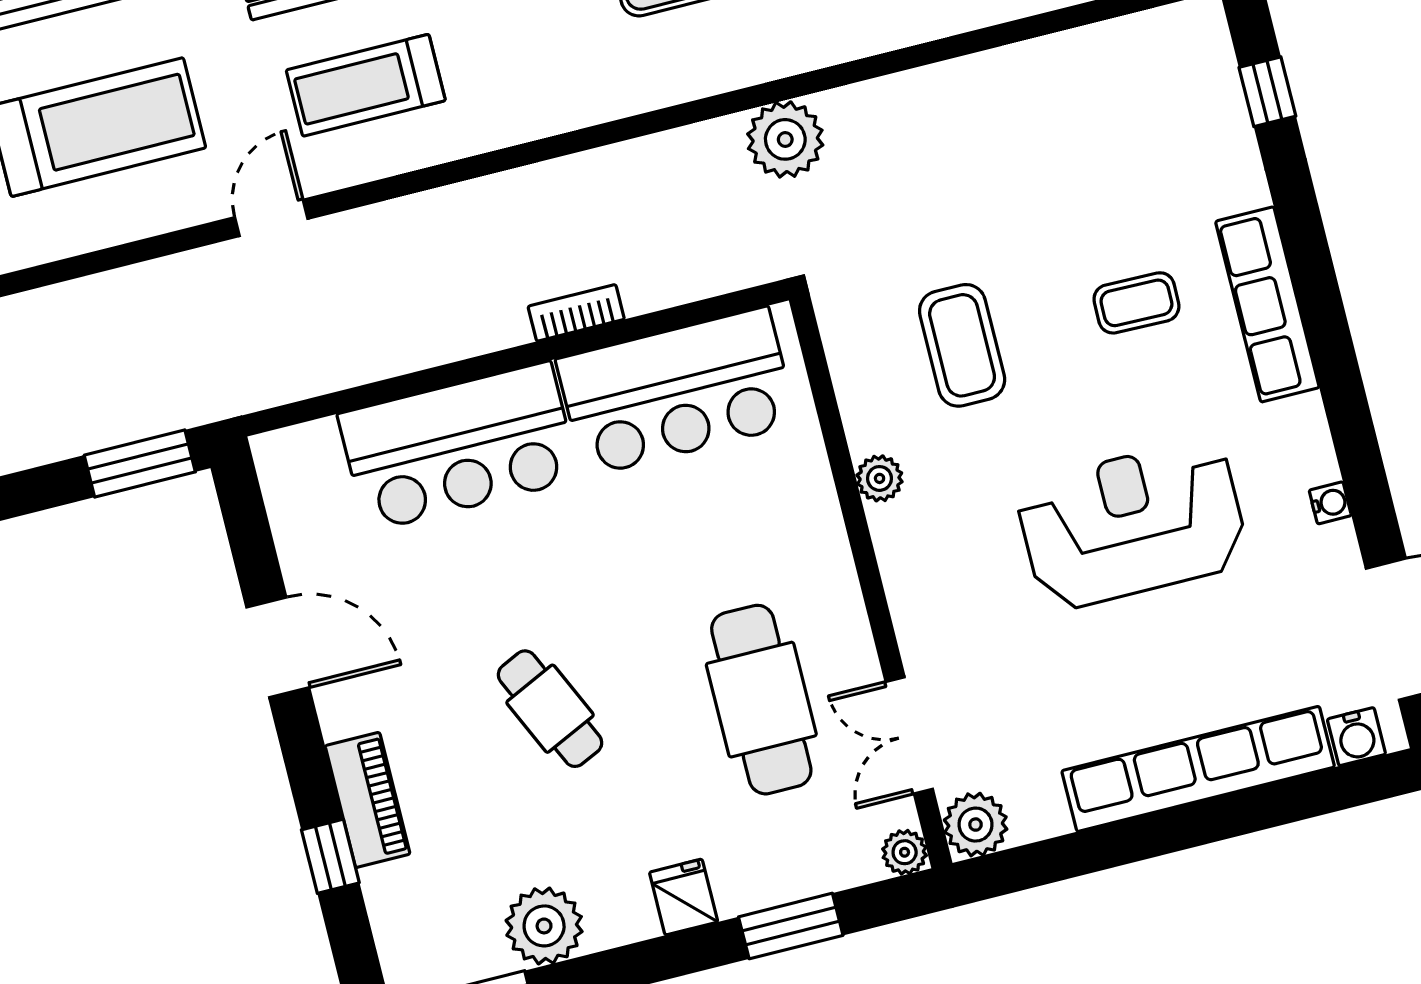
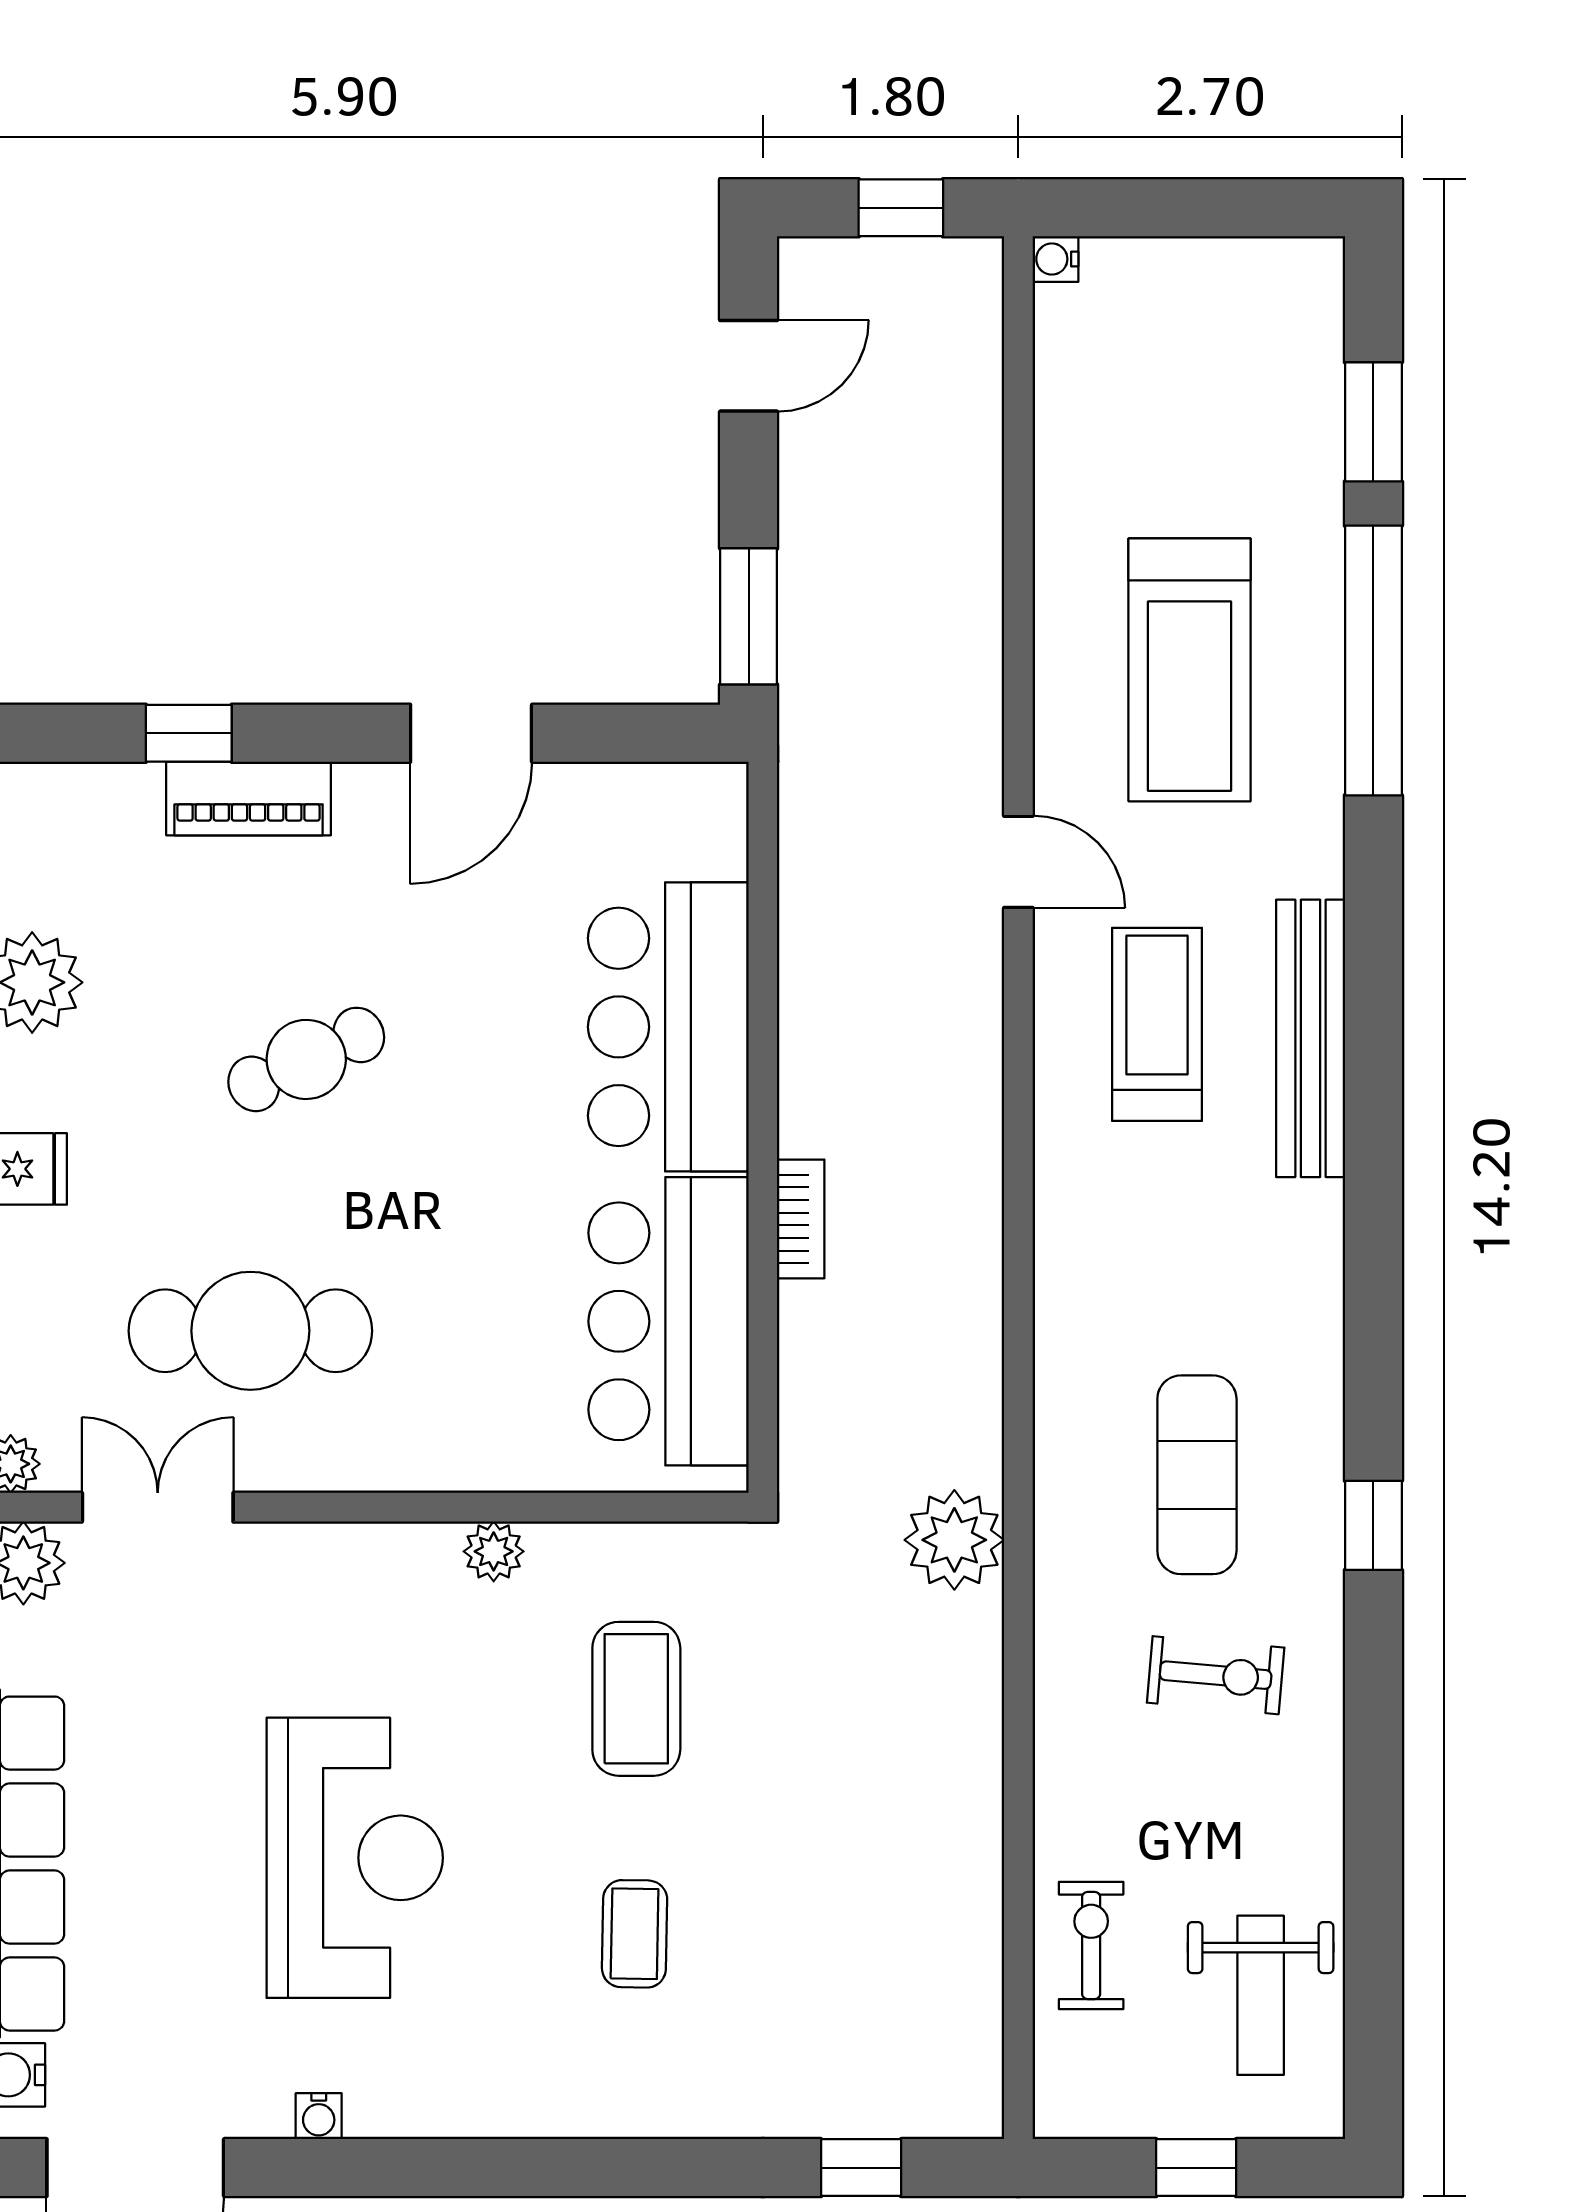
row of seats: (1267, 304) -> (591, 2100), removed
coffee table: (962, 345) -> (636, 1699), turned 90

